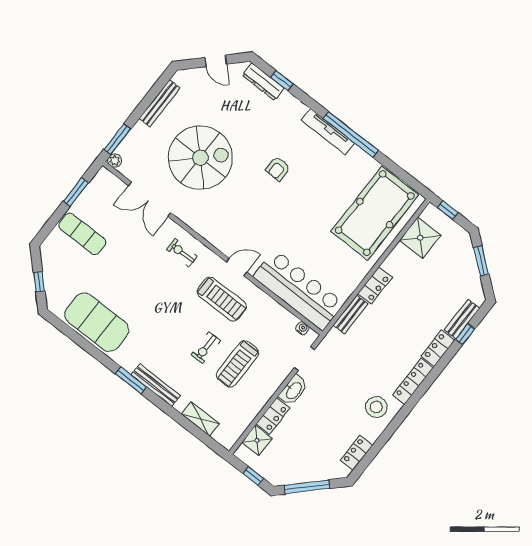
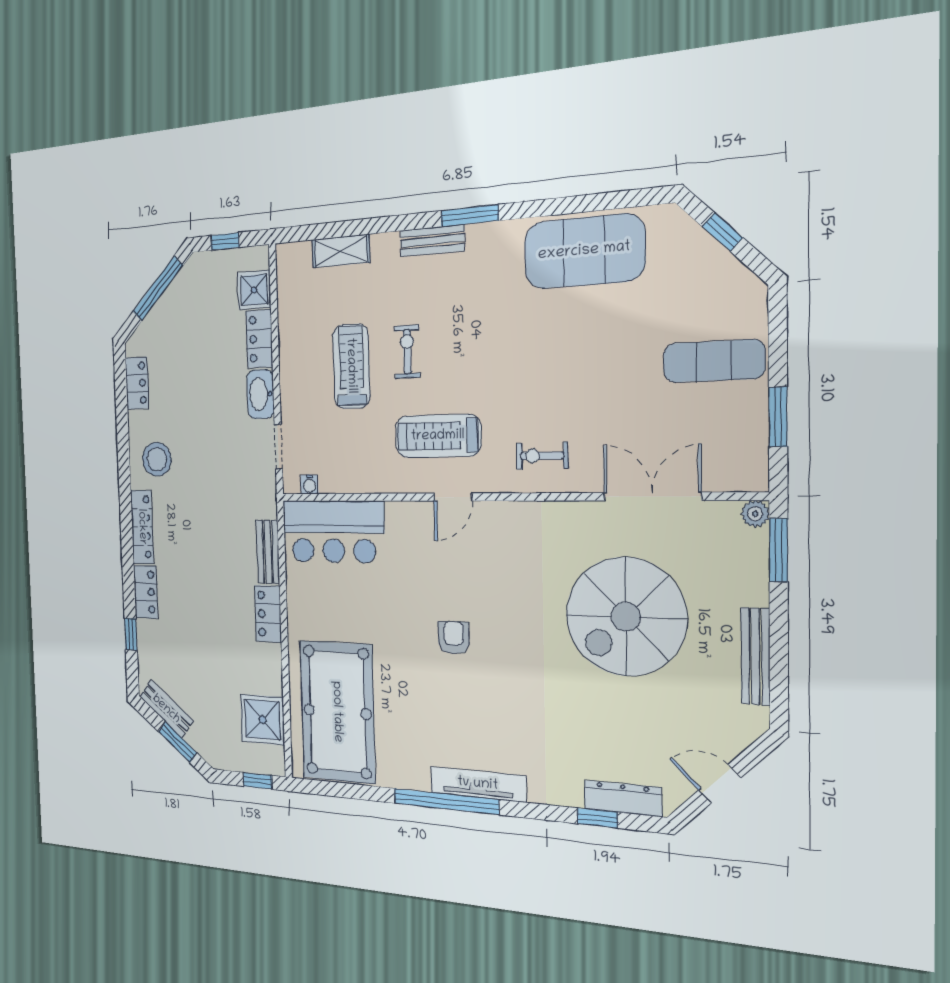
armchair: (278, 169) -> (454, 638), moved
exercise bike: (182, 253) -> (542, 456), turned 180
bar counter: (299, 290) -> (333, 532), width x0.73
bench: (462, 319) -> (166, 709), moved, turned -52
bench: (156, 385) -> (432, 241), width x0.73

